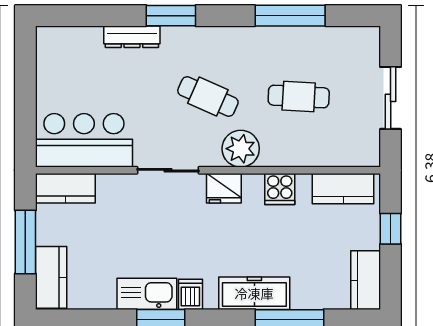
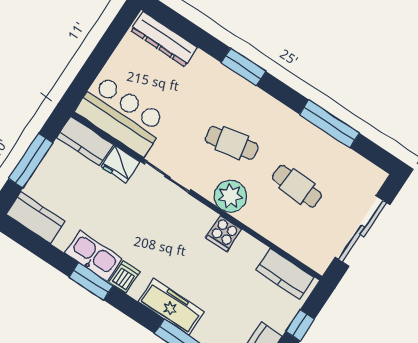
dresser: (132, 37) -> (164, 39), moved, width x1.37, depth x1.24
cafe table: (208, 96) -> (232, 143), turned -36
sliding door: (391, 98) -> (362, 231), width x1.37
fridge: (224, 188) -> (121, 164), moved
cooker: (280, 189) -> (224, 233), moved
kitchen counter: (51, 277) -> (36, 218), moved, turned -90

